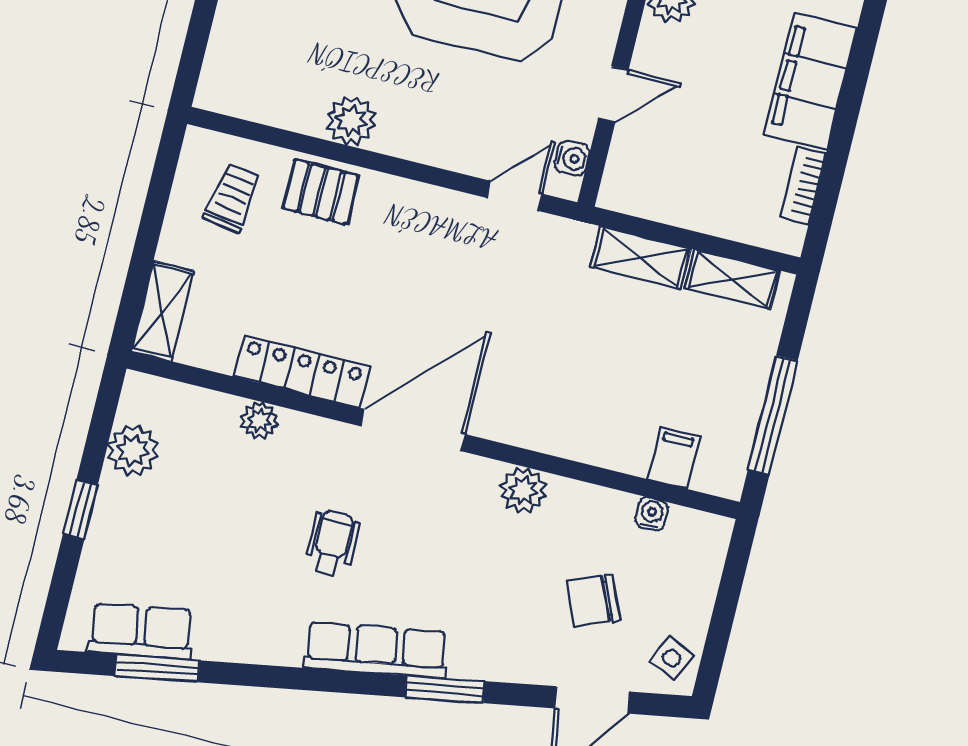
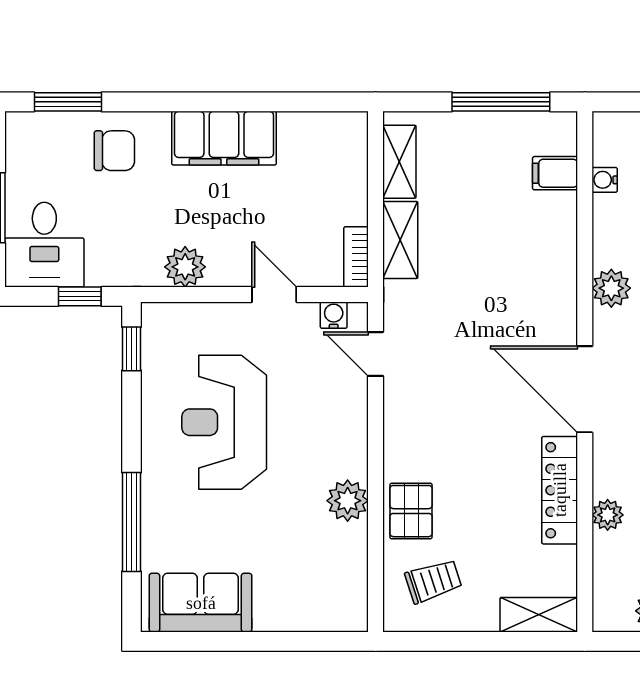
bookcase: (803, 185) -> (356, 257), moved, turned 90
trolley: (232, 198) -> (433, 581), turned 153

